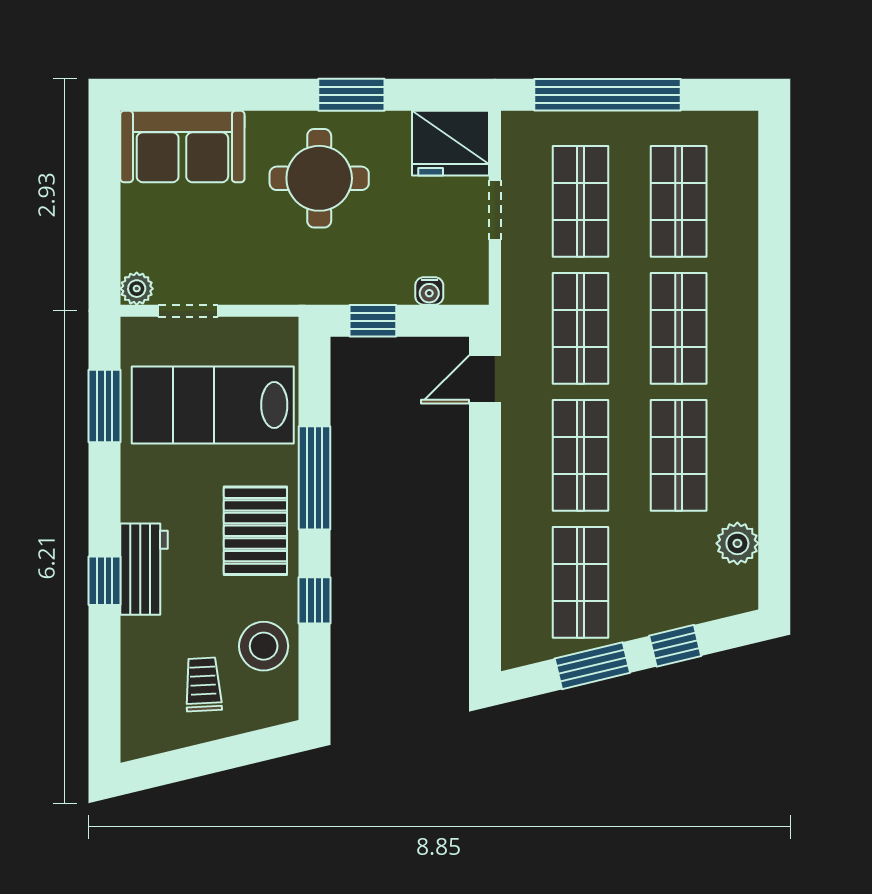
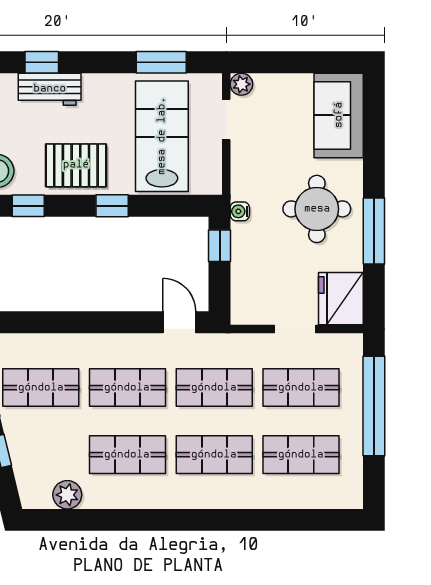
window: (351, 95) -> (374, 231), width x1.44
water cooler: (429, 291) -> (240, 211), moved
window: (315, 478) -> (112, 206), width x0.46

